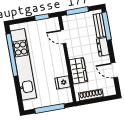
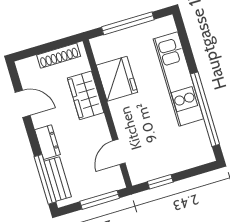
door: (63, 37) -> (119, 152), swing flipped
kitchen unit: (23, 64) -> (178, 79), width x0.73
fridge: (63, 82) -> (117, 79), width x1.88, depth x1.34

